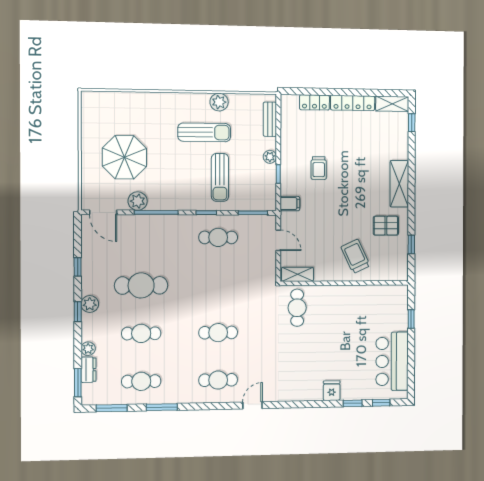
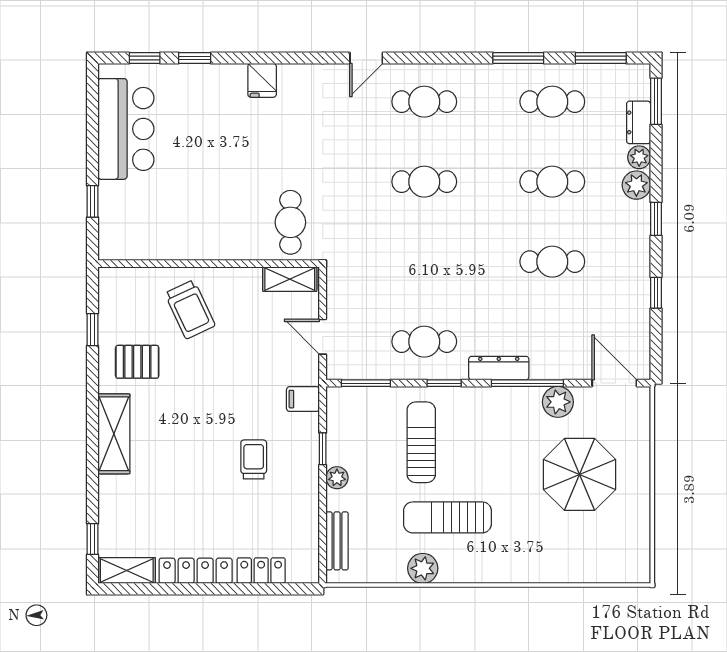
dresser: (173, 222) -> (499, 368), added
cafe table: (141, 285) -> (552, 262), width x0.73, depth x0.74
plant: (90, 304) -> (636, 185), moved
fridge: (332, 391) -> (262, 80), moved

